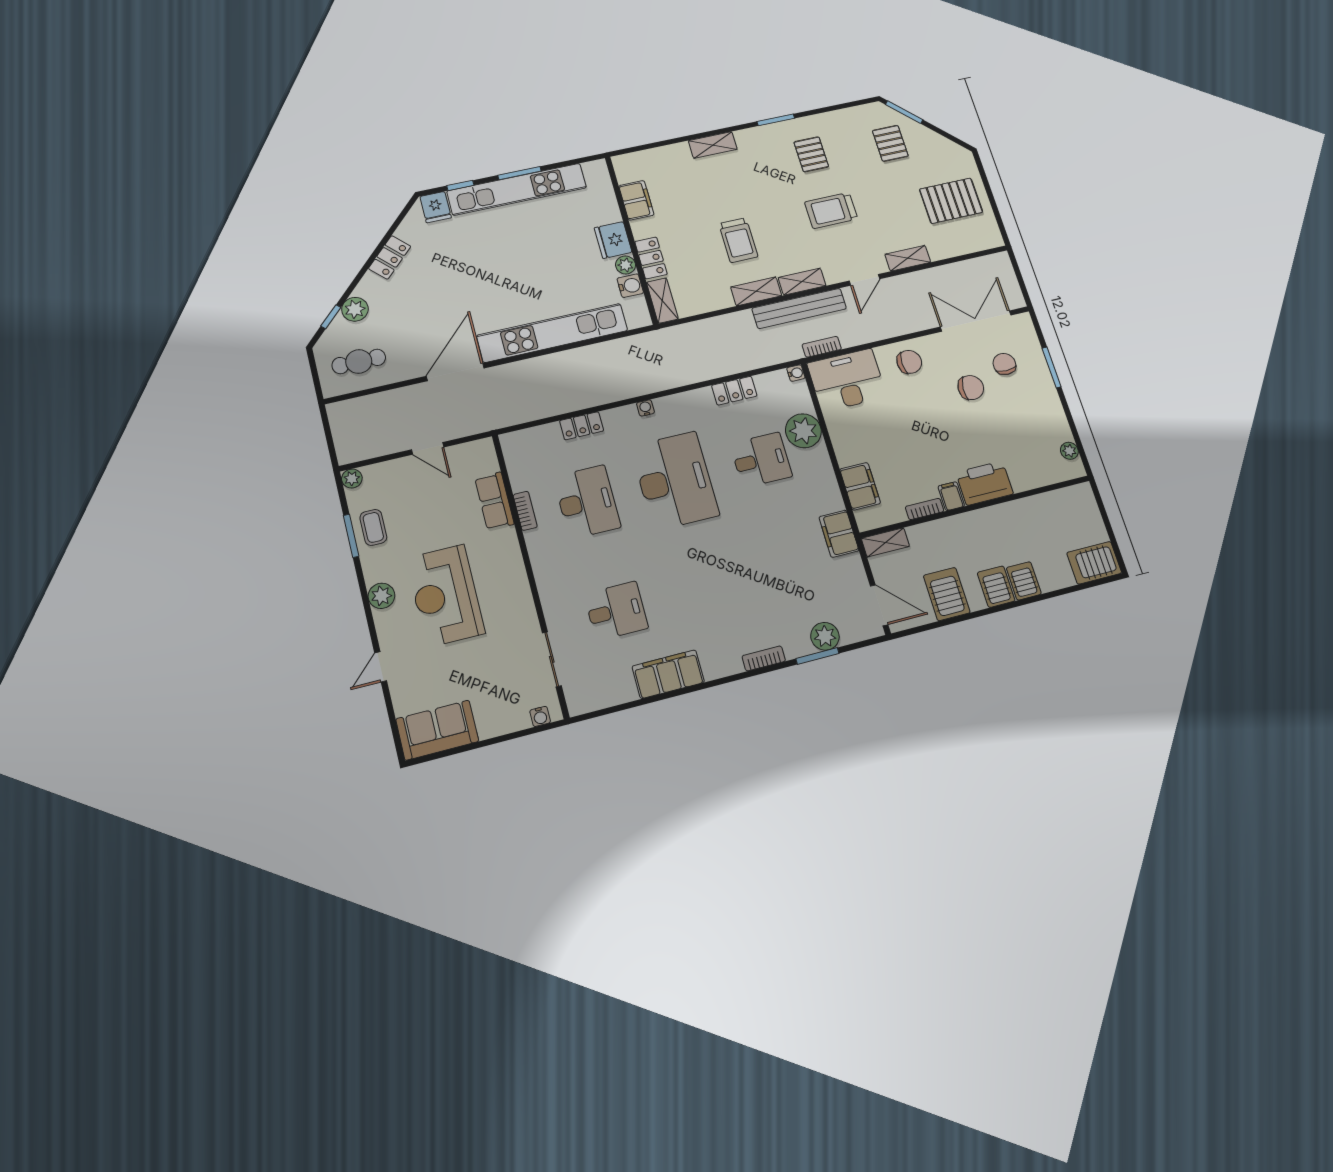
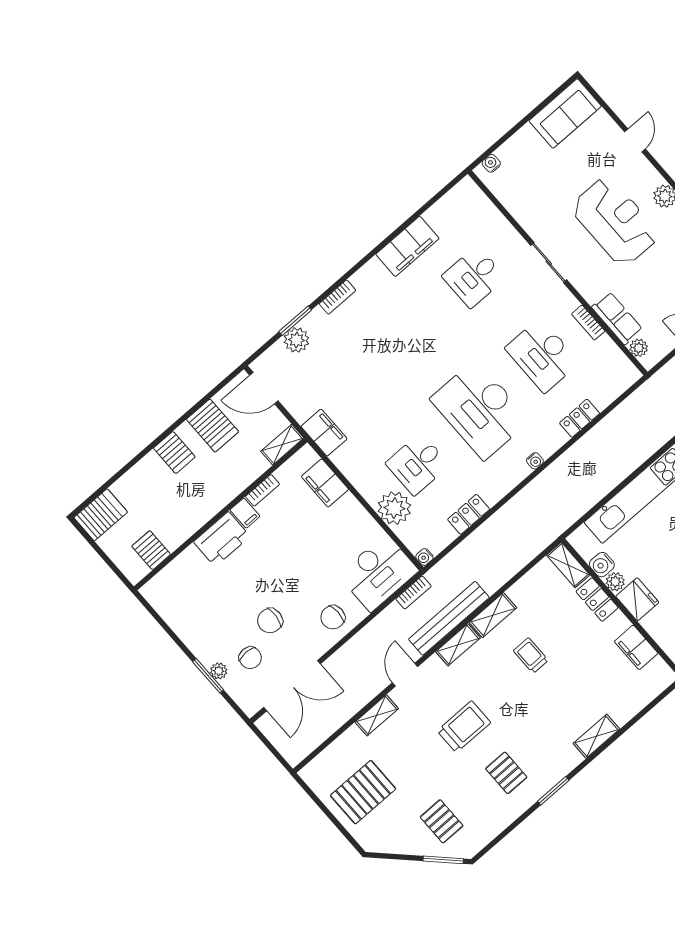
trolley: (738, 240) -> (531, 655), width x0.73, depth x0.72
plant: (1069, 451) -> (219, 671), moved
plant: (488, 463) -> (639, 348), added
server rack: (1024, 581) -> (151, 550), moved, turned 180
sliding door: (552, 659) -> (549, 263), moved

